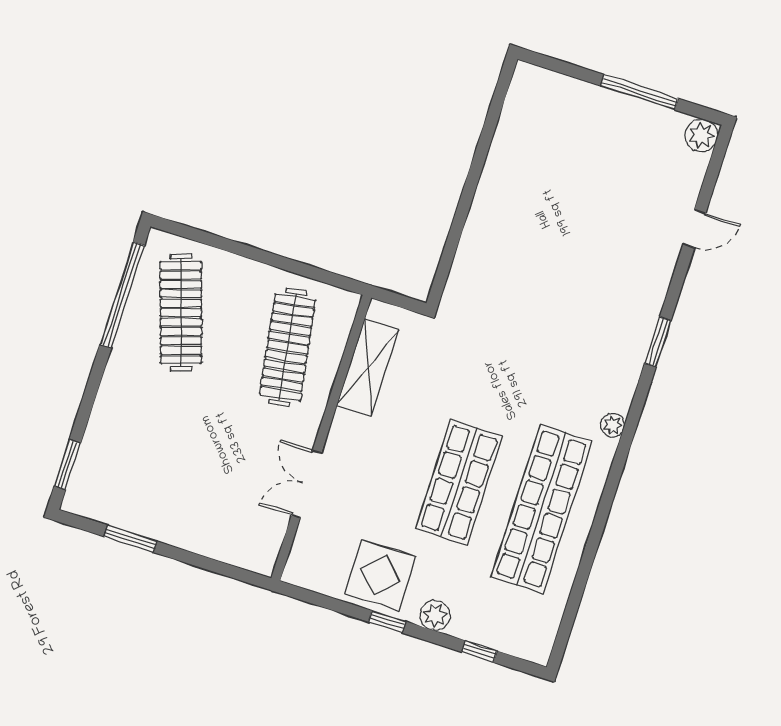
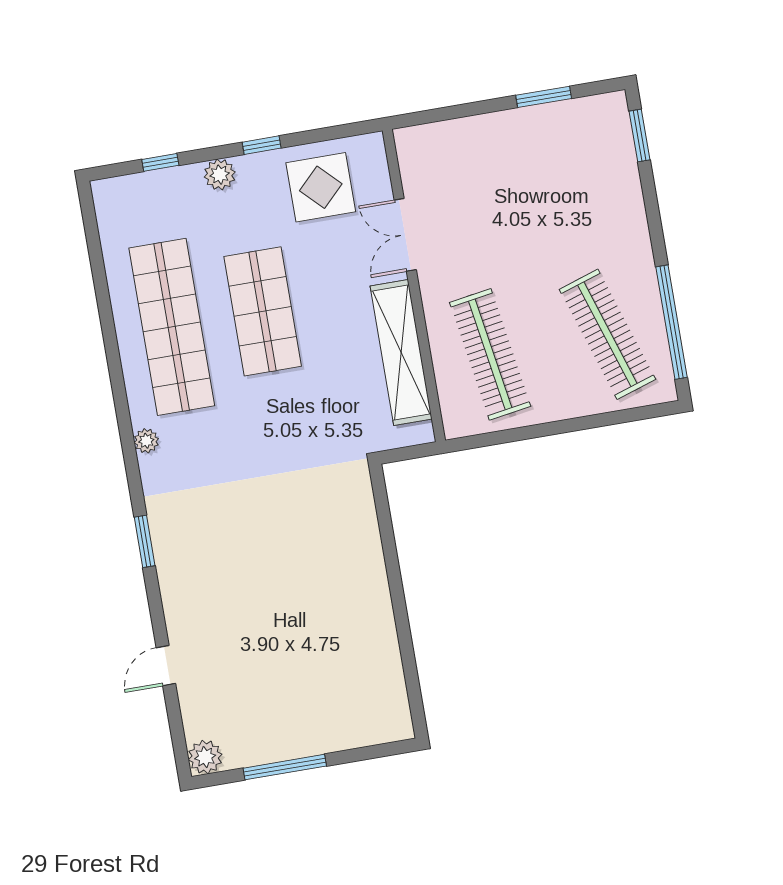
shelving: (368, 367) -> (401, 353), width x1.47
double door: (306, 484) -> (405, 235), swing flipped
display table: (380, 575) -> (321, 187), moved

